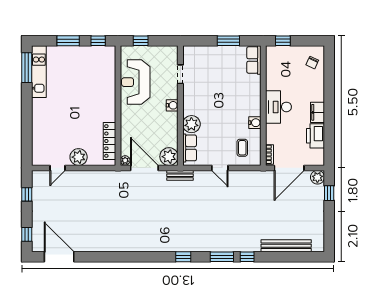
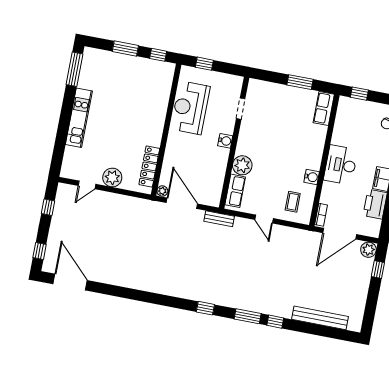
kitchen unit: (39, 72) -> (79, 118), moved
plant: (169, 157) -> (211, 196), removed

